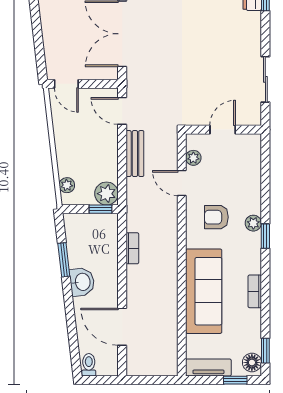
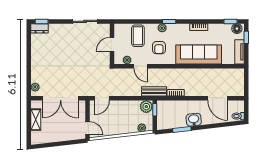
door: (66, 84) -> (87, 128), hinge flipped
door: (223, 130) -> (112, 44), hinge flipped
bench: (135, 154) -> (154, 91), moved
coffee table: (239, 178) -> (138, 36), added
door: (182, 183) -> (141, 66), hinge flipped
door: (122, 327) -> (218, 98), hinge flipped

